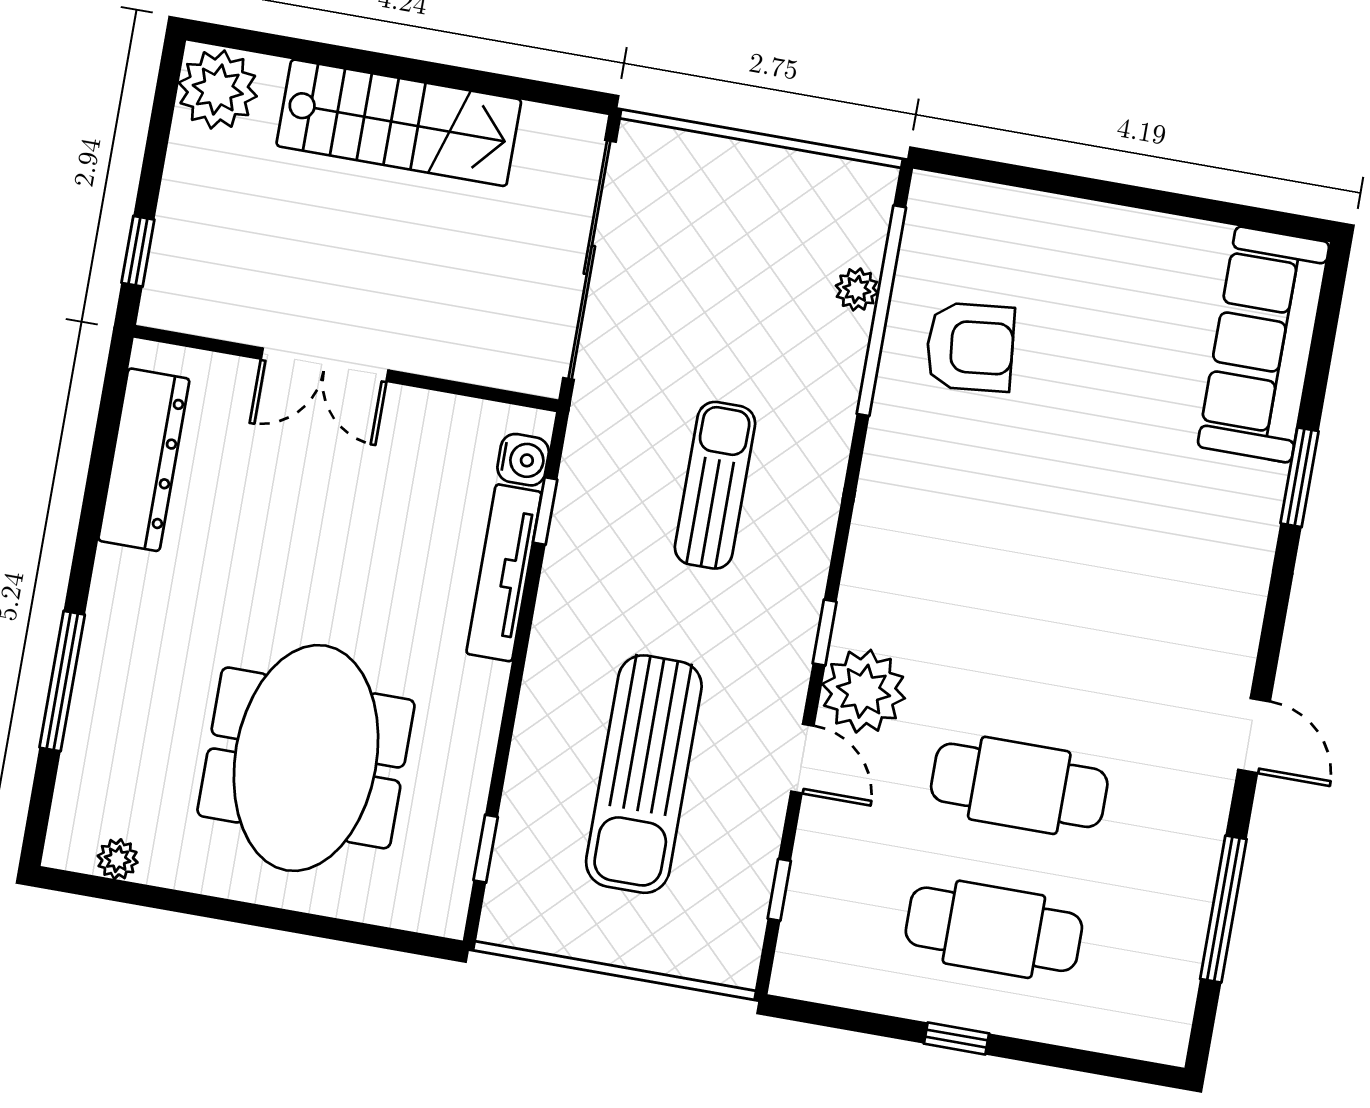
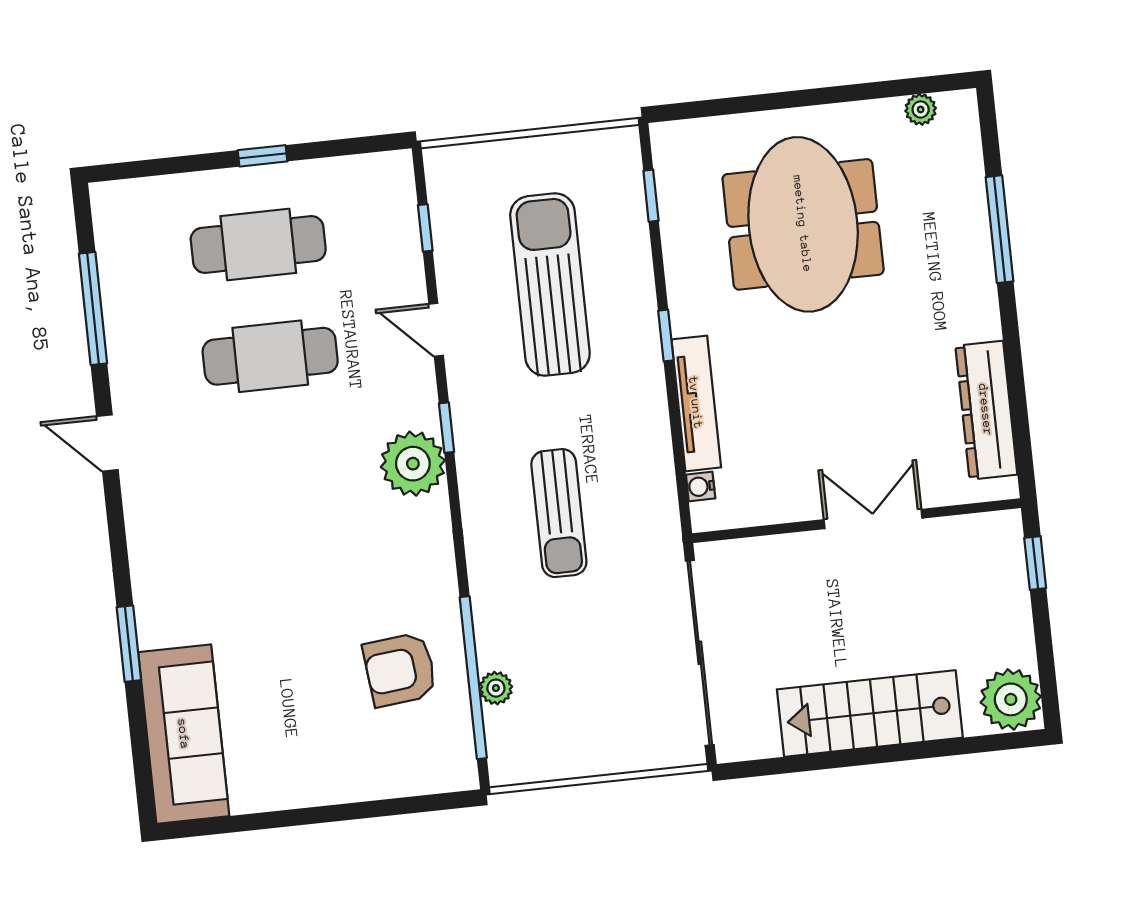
water cooler: (523, 460) -> (701, 486), width x0.72, depth x0.72
window: (545, 511) -> (666, 335), moved
plant: (864, 691) -> (413, 464), moved

